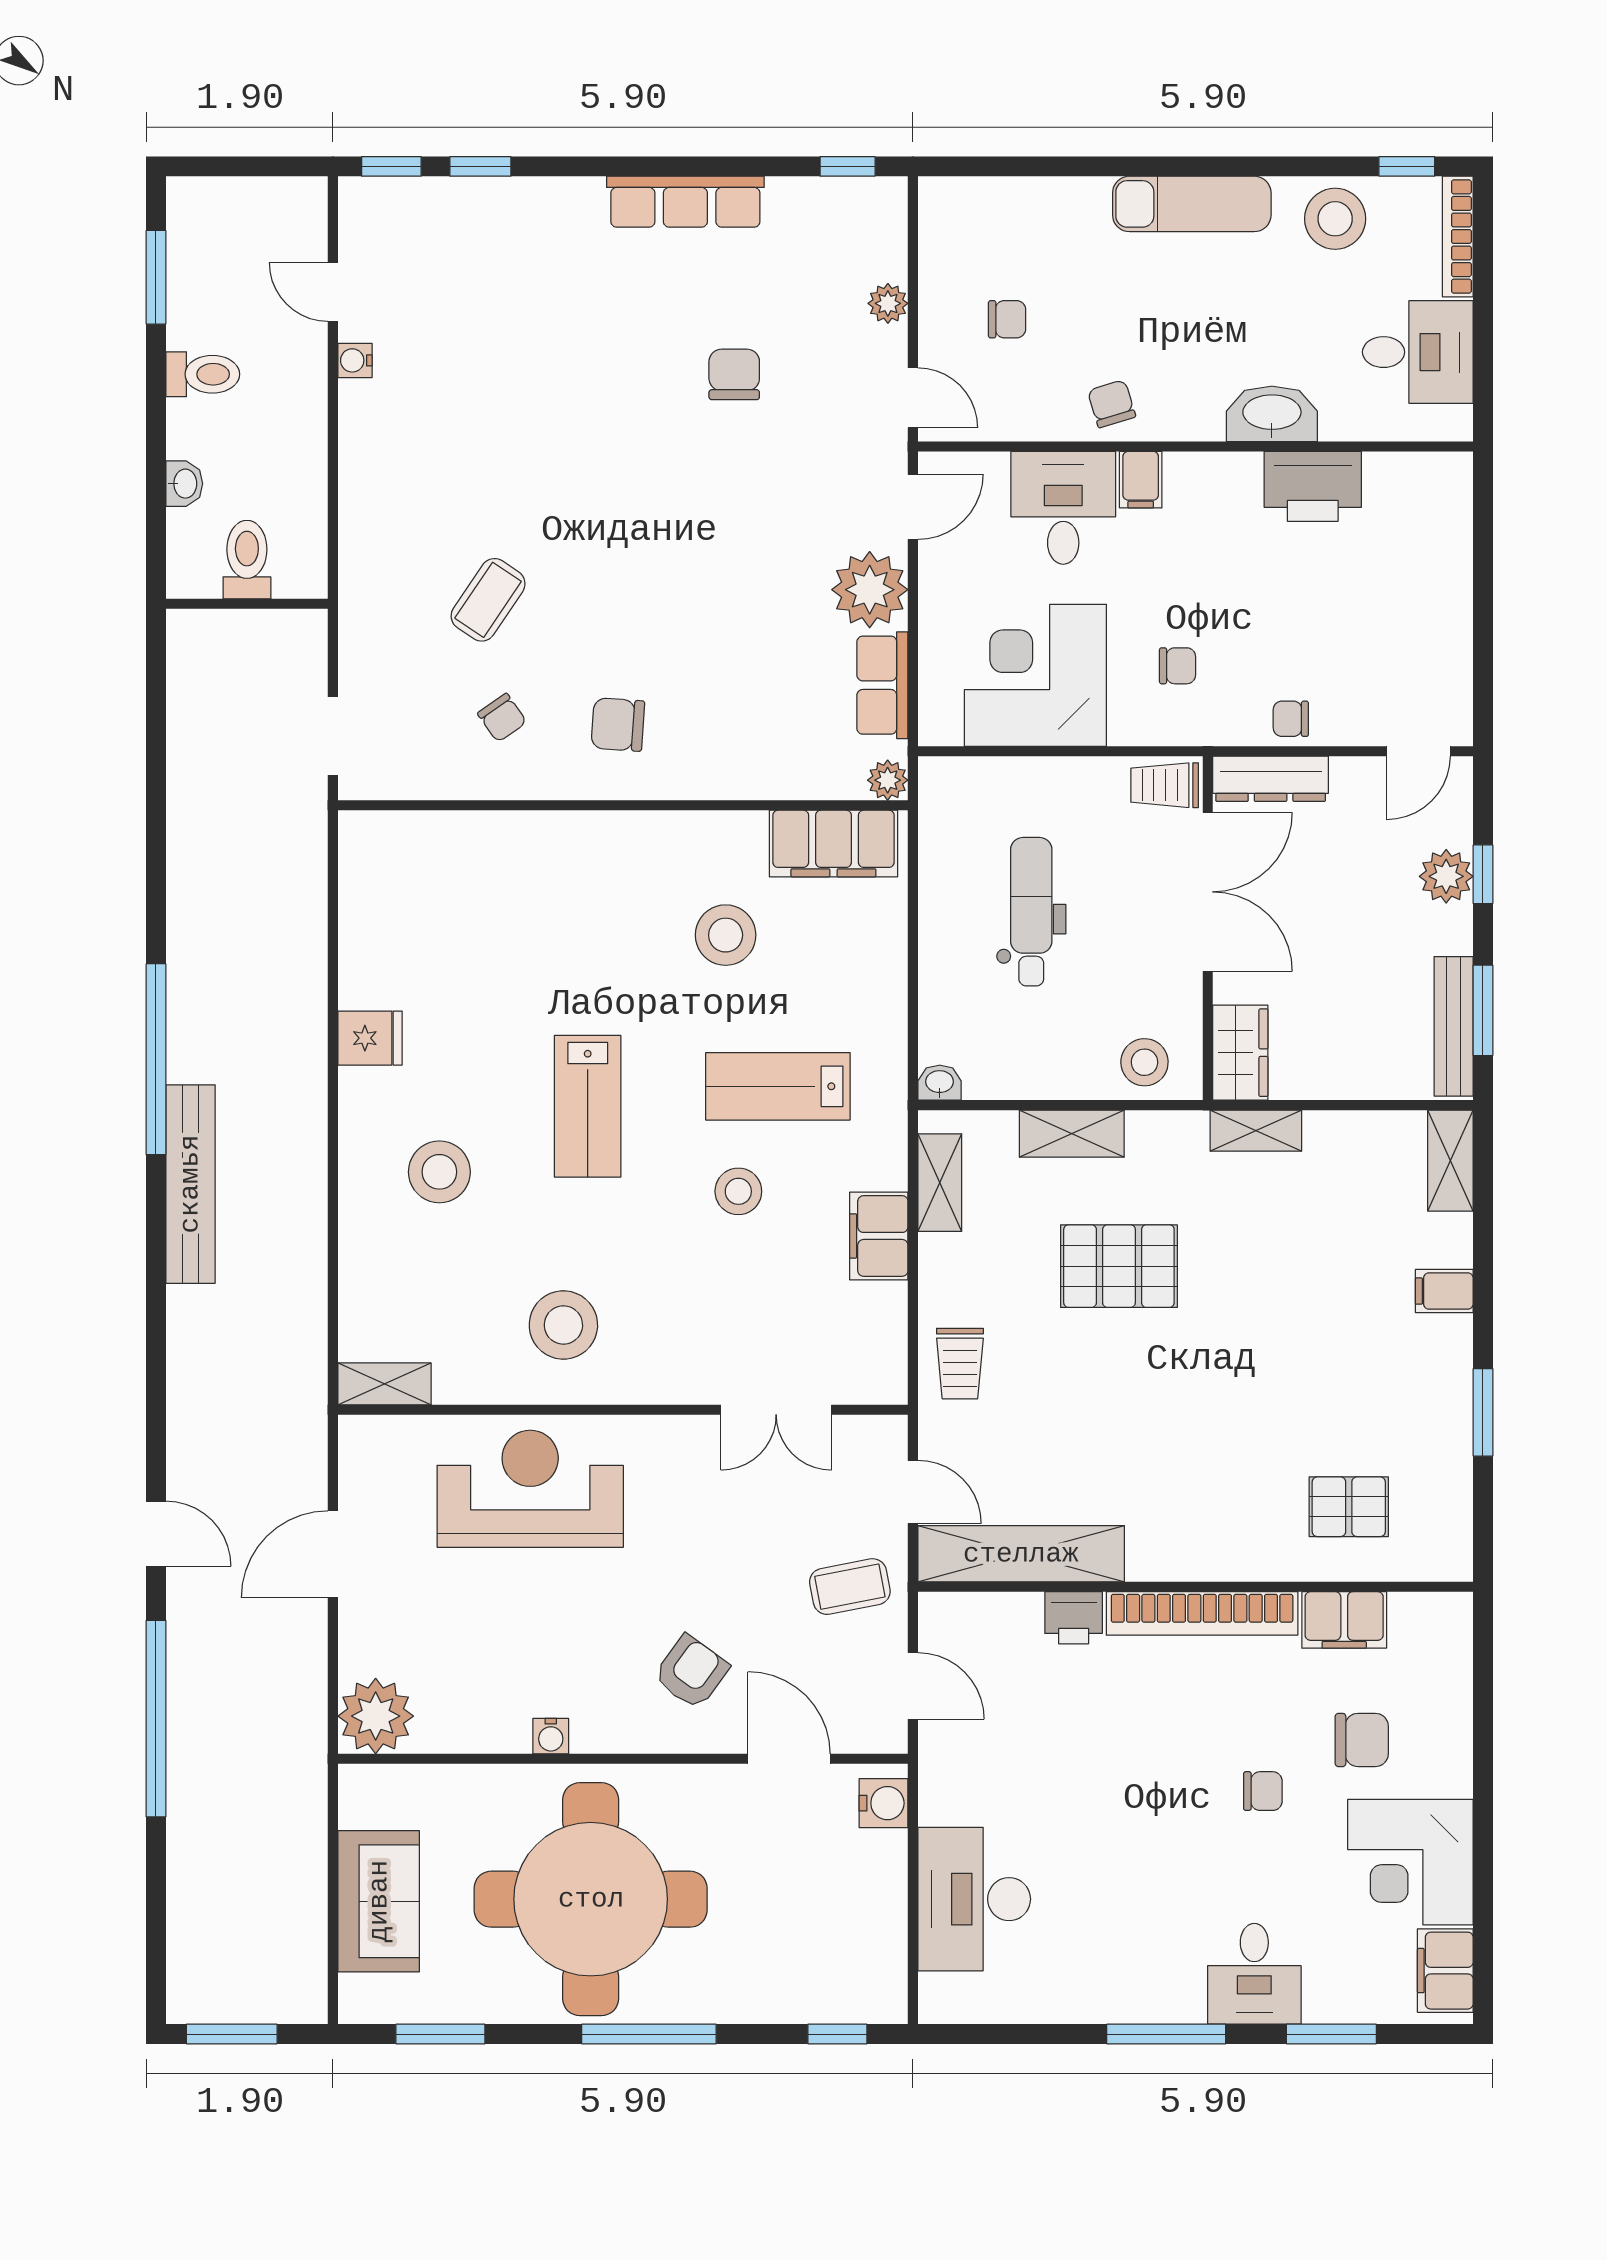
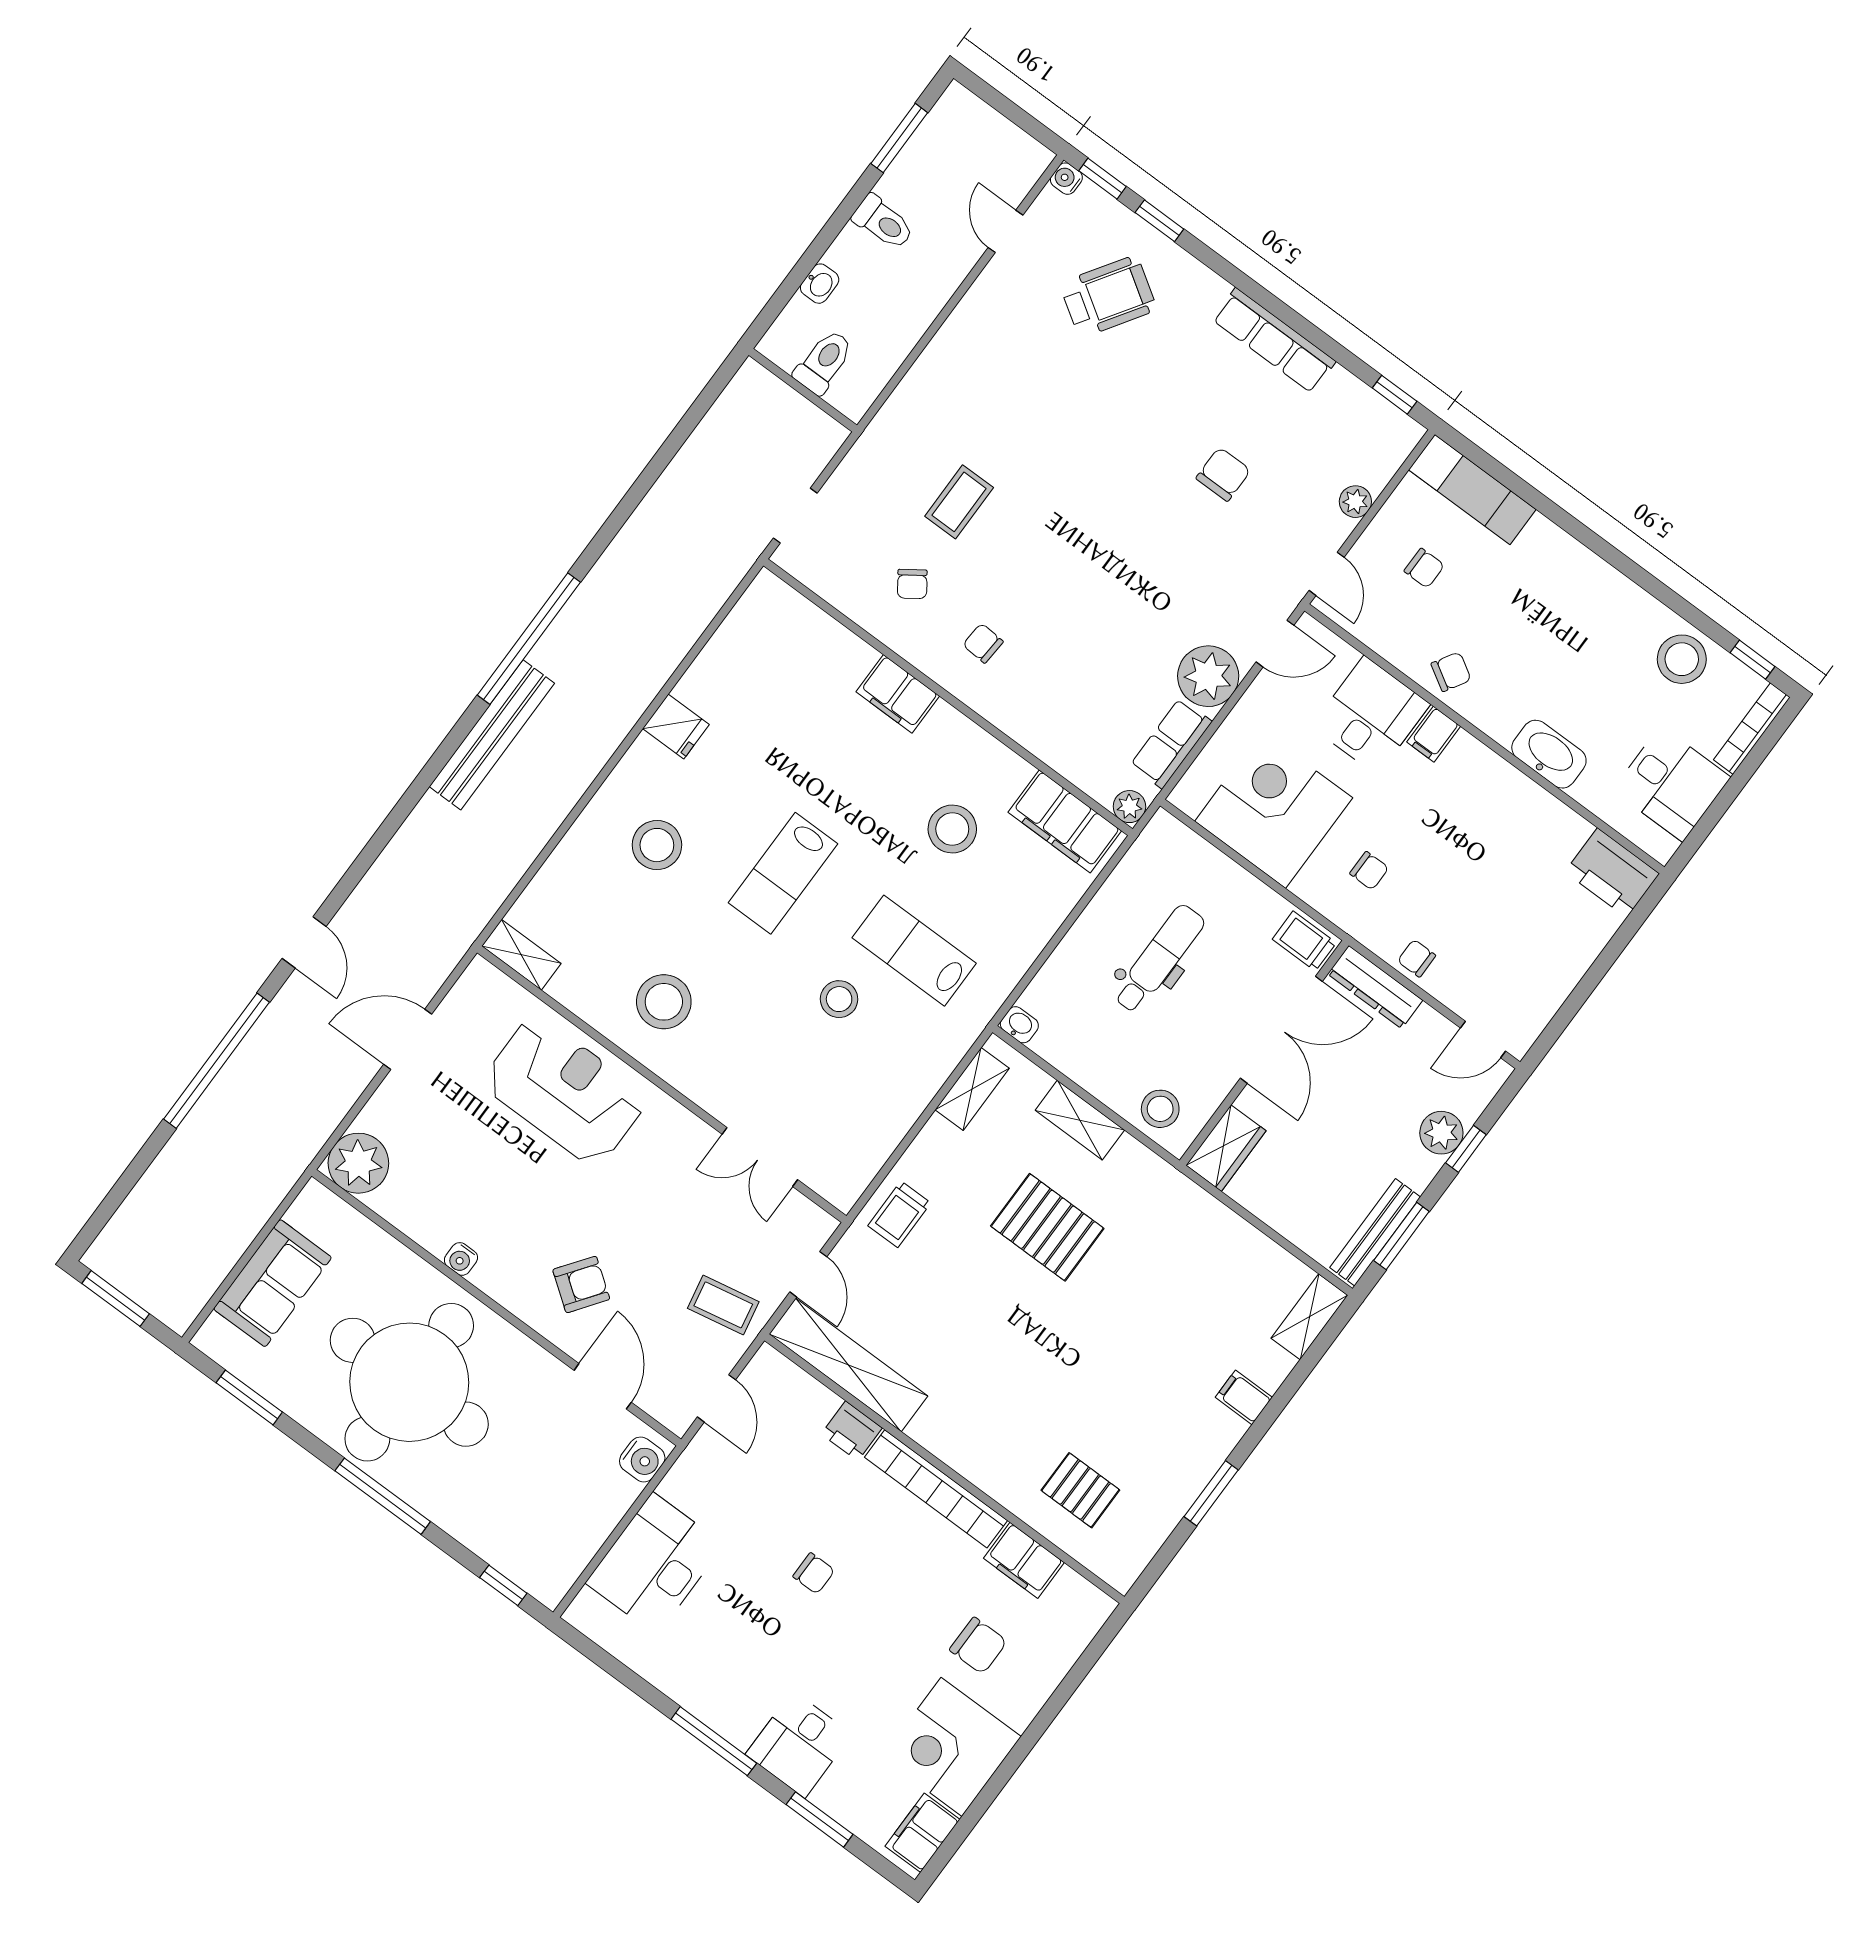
exam couch: (1192, 204) -> (1472, 490), moved
wheelchair: (485, 281) -> (1108, 297), added
water cooler: (355, 360) -> (1066, 179), moved
chair: (1112, 404) -> (1451, 672), turned 48
printer: (1313, 486) -> (1612, 873), moved
coffee table: (488, 600) -> (959, 502), turned -34
chair: (618, 725) -> (983, 643), width x0.73, depth x0.73
shelving: (1256, 1131) -> (1199, 1205), removed
filing cabinet: (879, 1236) -> (898, 694), moved, turned -90
chair: (1263, 1791) -> (814, 1573), moved

